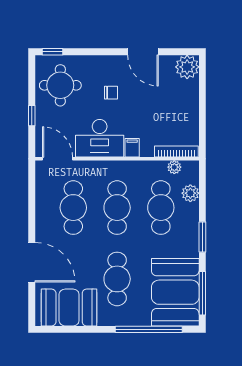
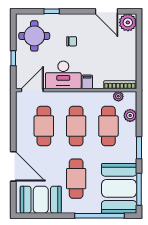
window: (53, 52) -> (52, 11), moved
door: (143, 52) -> (107, 11), moved
door: (58, 159) -> (32, 90), hinge flipped

